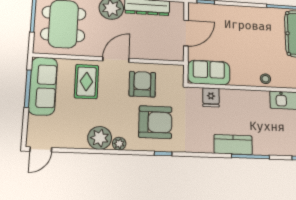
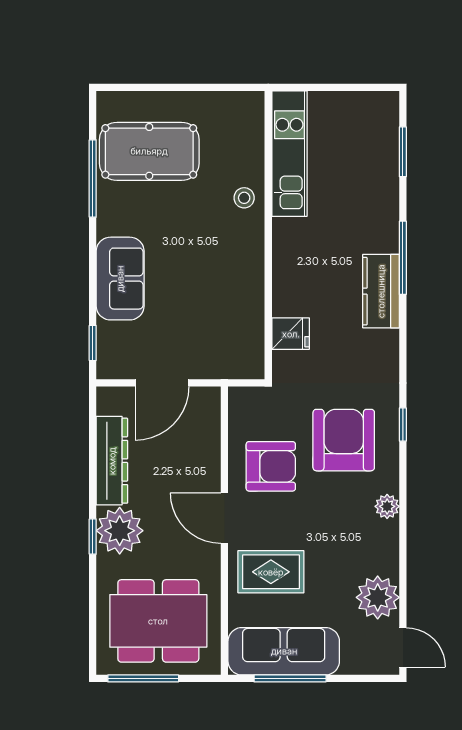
door: (186, 33) -> (162, 383), swing flipped
sofa: (209, 73) -> (120, 279), moved, turned 180
stool: (265, 79) -> (244, 198), moved
armchair: (142, 84) -> (271, 466), turned 180
plant: (100, 138) -> (378, 597), moved

